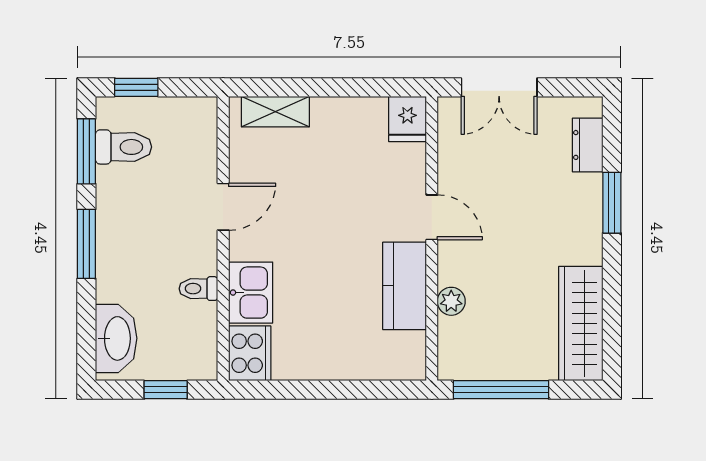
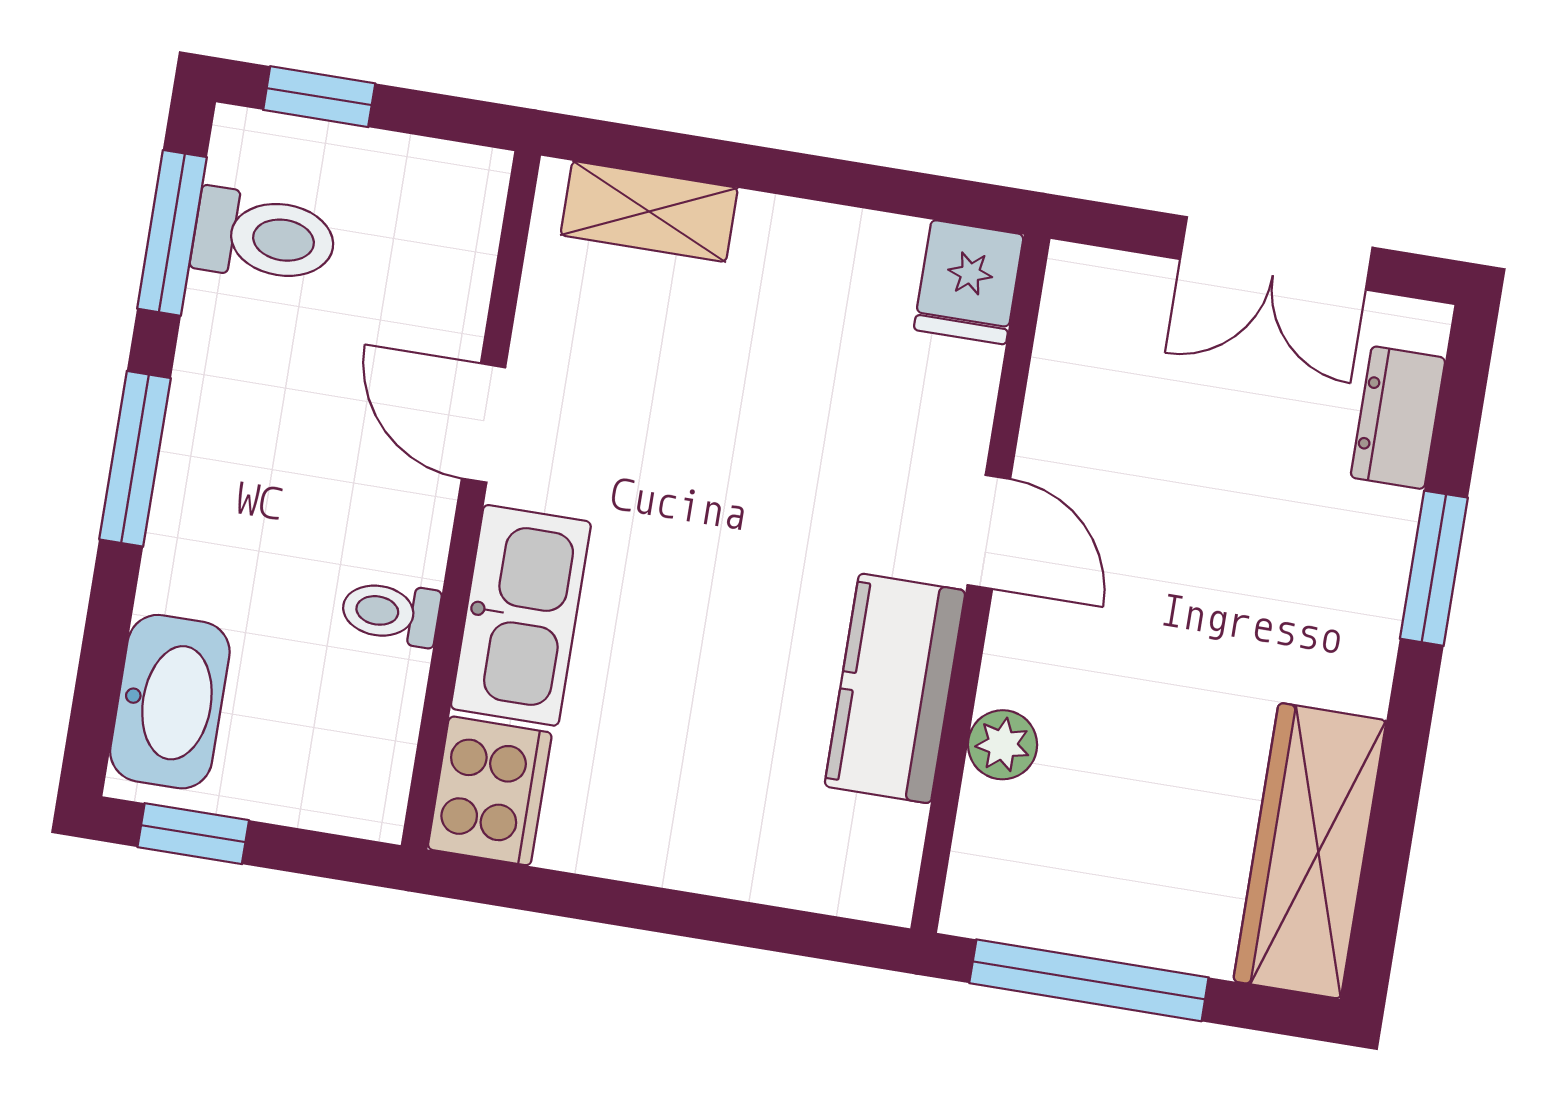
double door: (499, 87) -> (1276, 253), moved
door: (223, 207) -> (484, 423), swing flipped
kitchen sink: (251, 293) -> (521, 615), width x1.38
window: (166, 390) -> (193, 834), moved

